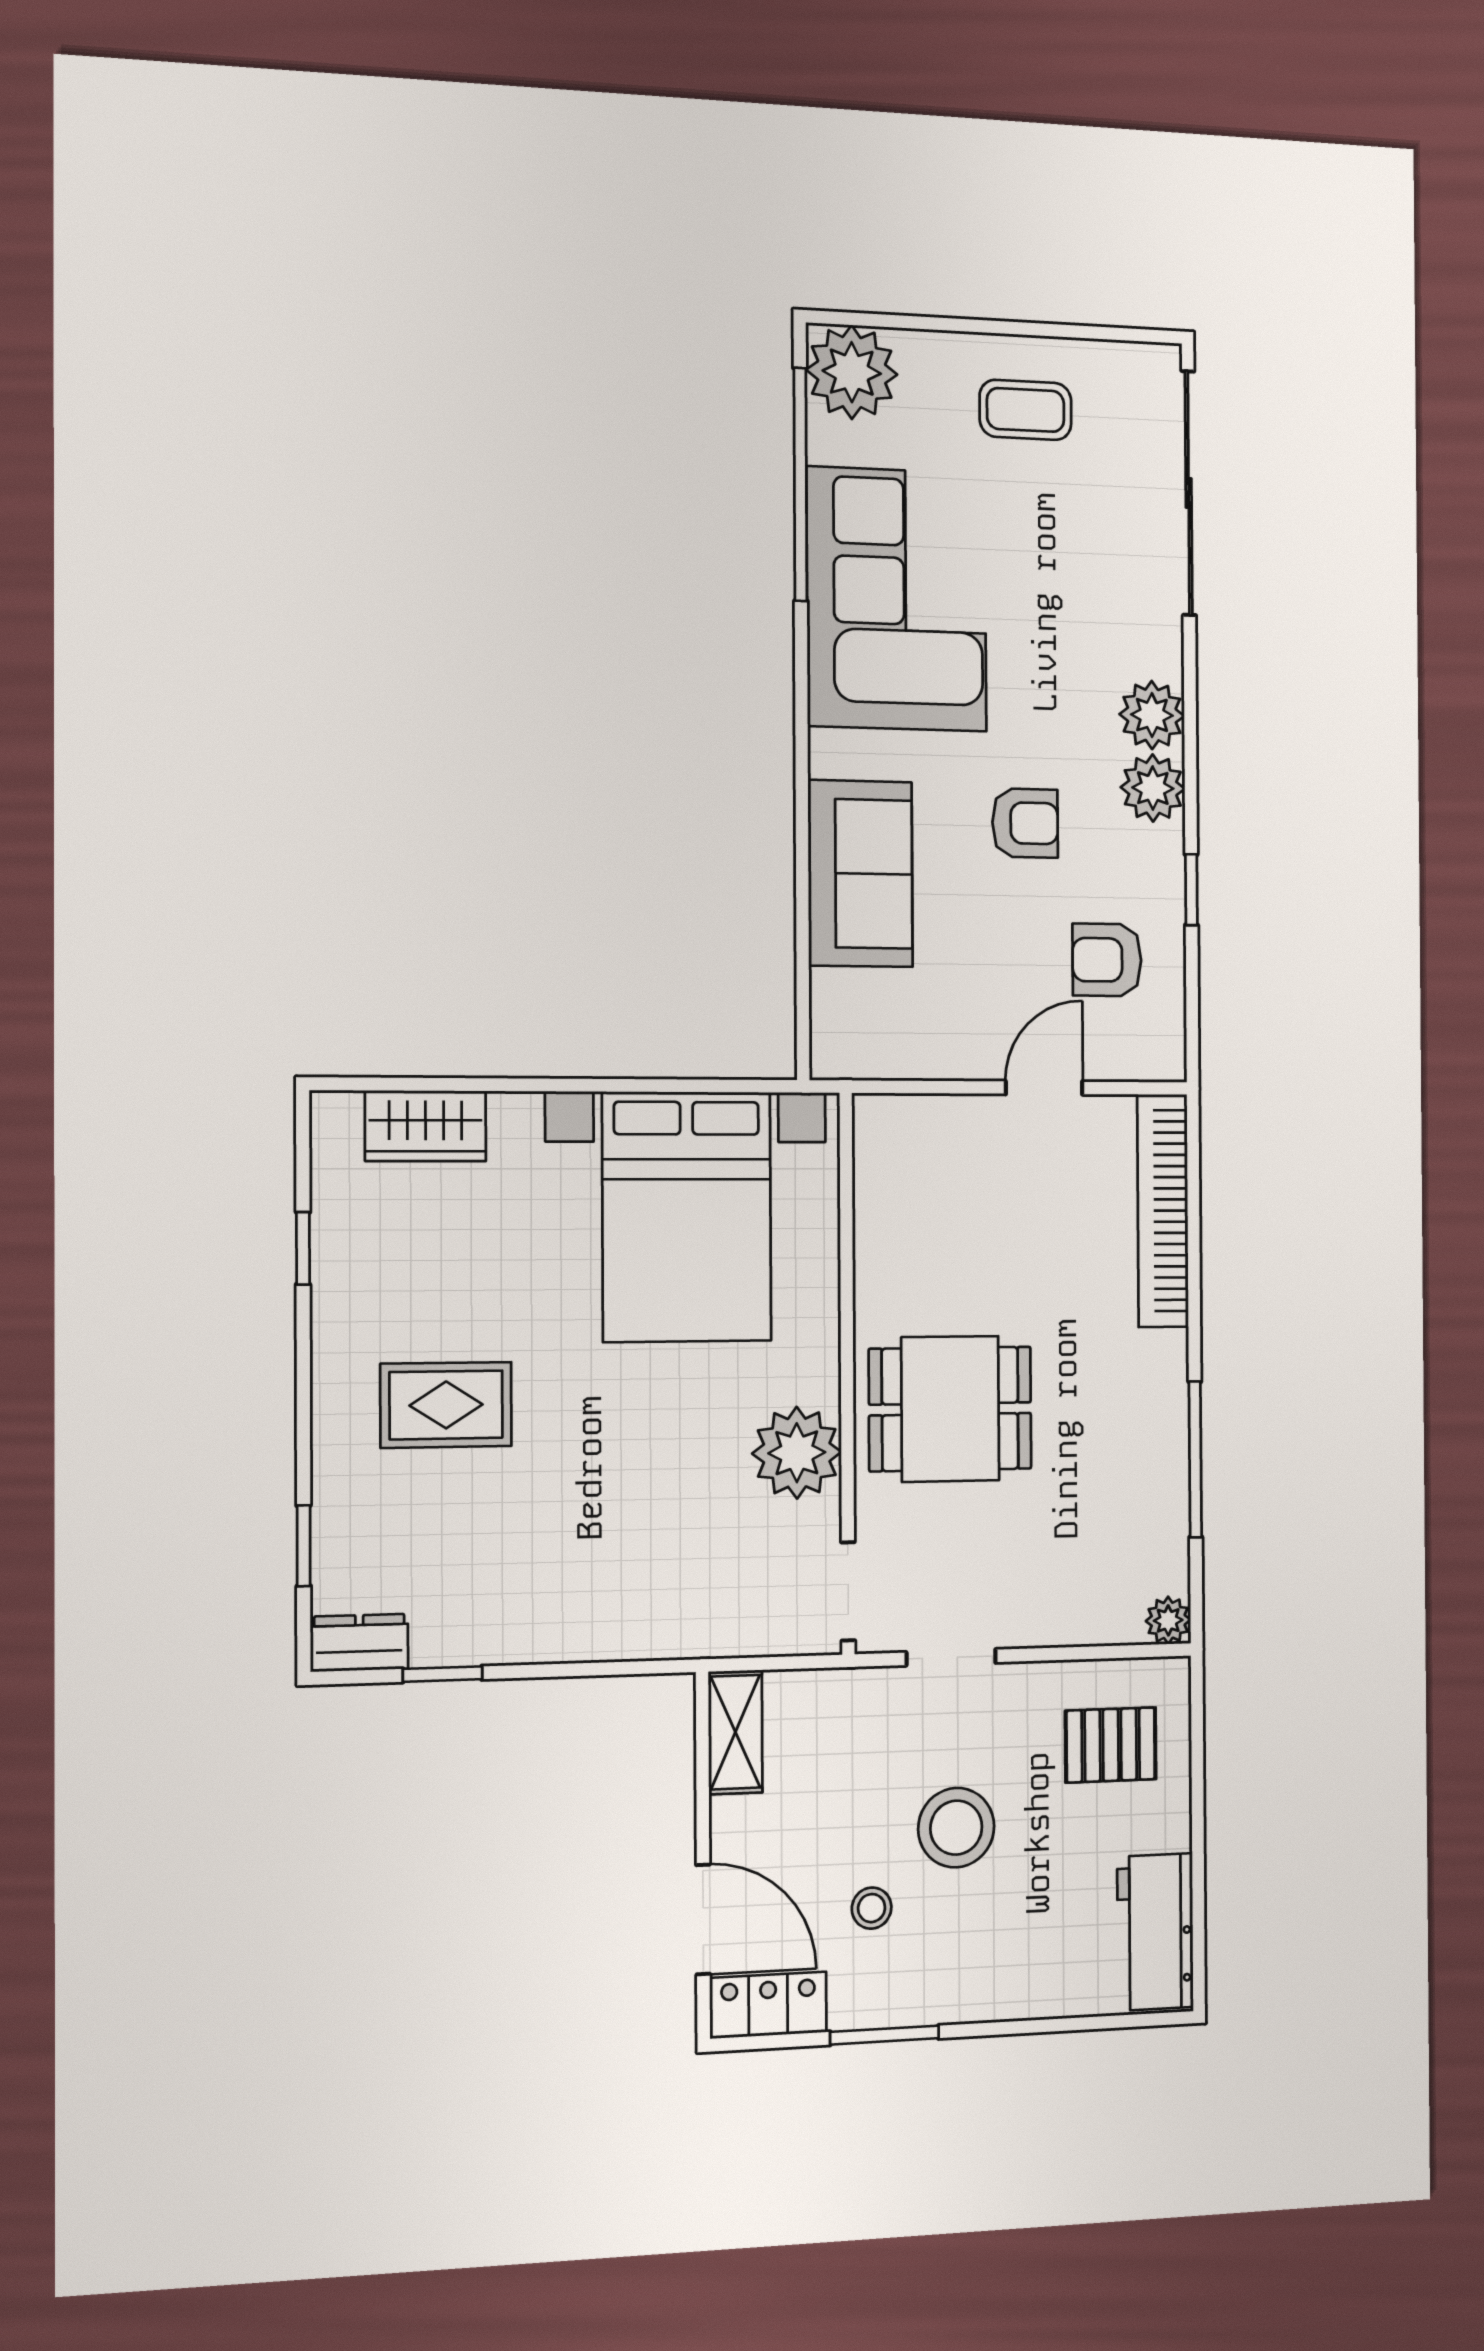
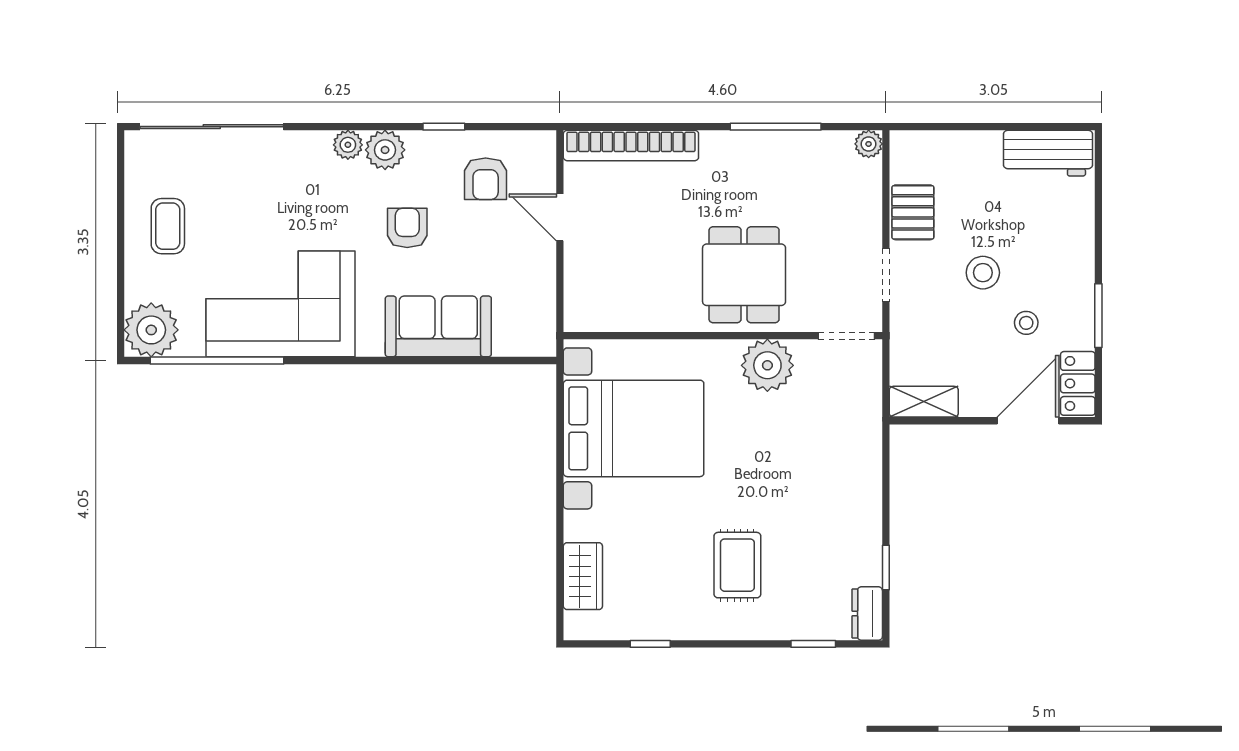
plant: (1152, 715) -> (348, 145), width x0.73, depth x0.73
pallet: (1111, 1745) -> (913, 212), moved
stool: (956, 1828) -> (983, 273), width x0.73, depth x0.73

